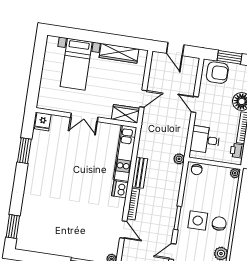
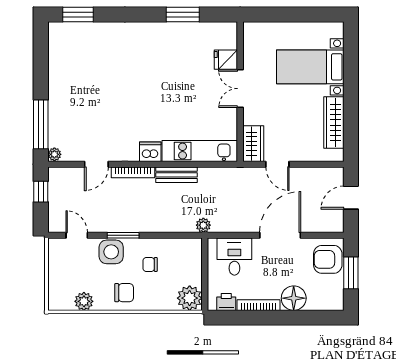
armchair: (217, 73) -> (328, 259), turned 90
door: (195, 104) -> (280, 235), width x1.88
fridge: (43, 122) -> (226, 60), moved
chair: (197, 170) -> (150, 264), moved
plant: (235, 173) -> (190, 298), width x1.87, depth x1.87
side table: (198, 221) -> (111, 252), moved

